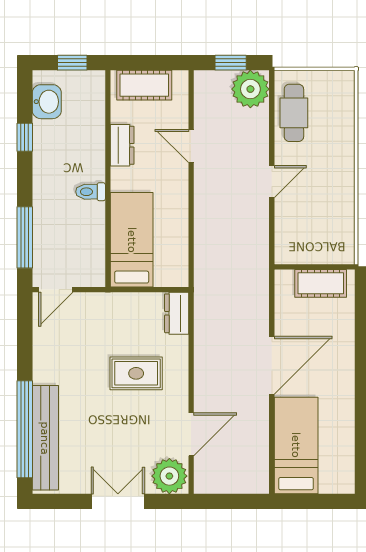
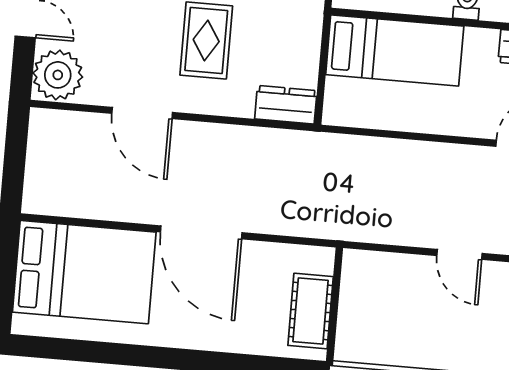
door: (191, 434) -> (142, 113), moved
bed: (296, 445) -> (84, 272), width x1.50

